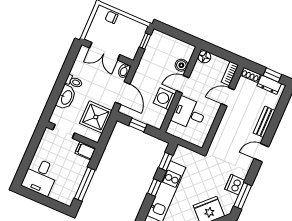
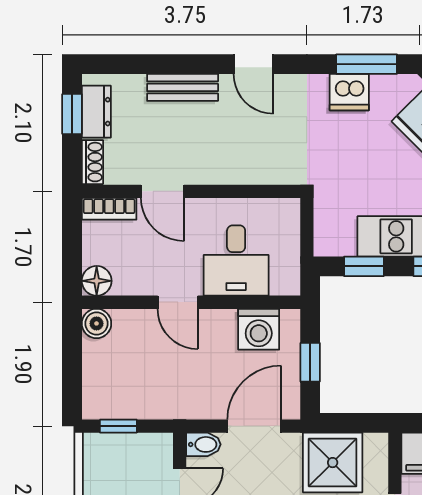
boiler: (181, 65) -> (97, 323), moved
washing machine: (164, 99) -> (259, 329), moved

